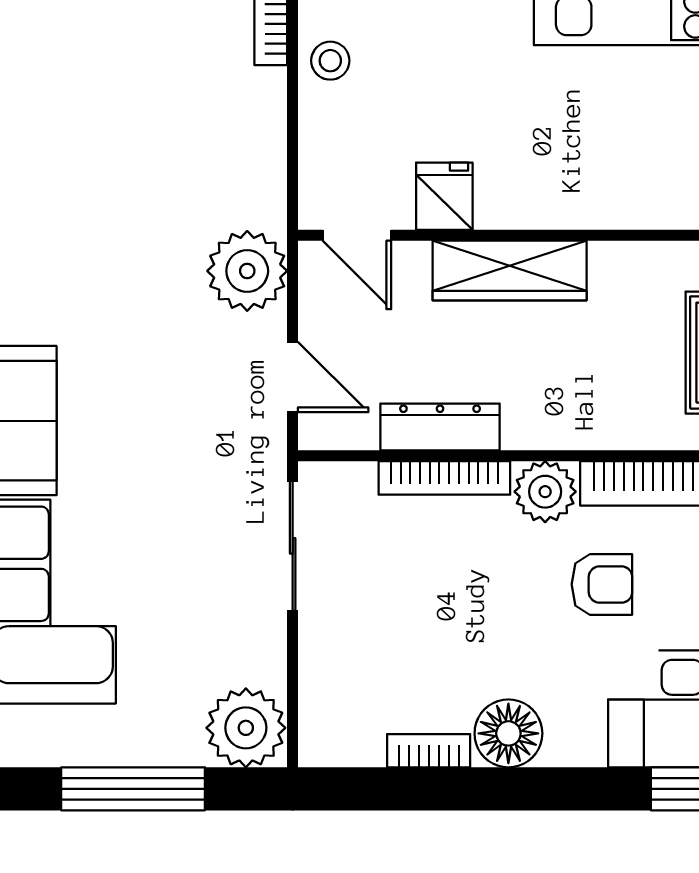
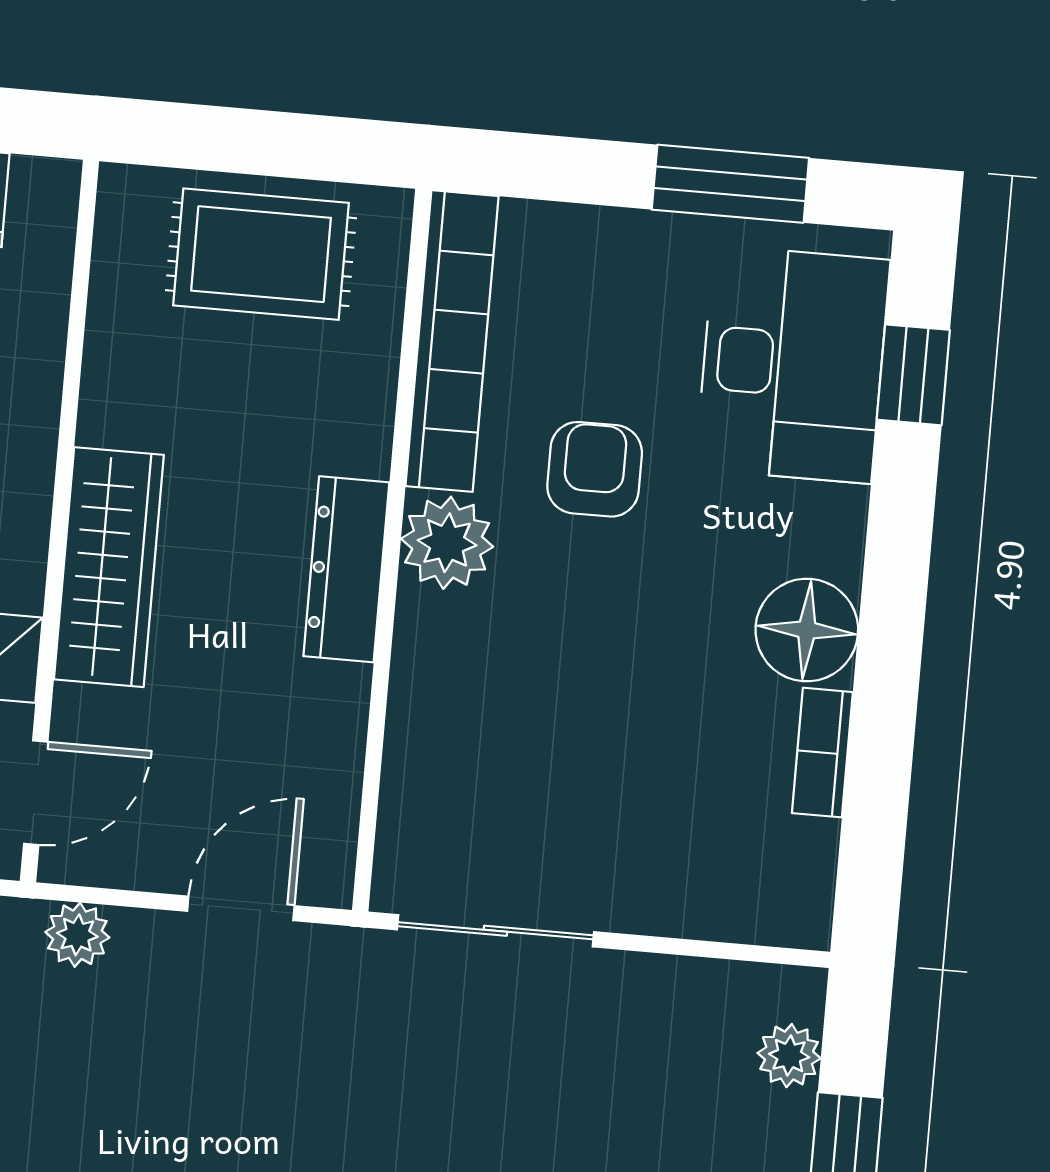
plant: (247, 271) -> (77, 935), width x0.53, depth x0.53
dresser: (440, 427) -> (346, 569), moved
bookcase: (444, 478) -> (413, 693), removed
plant: (246, 728) -> (789, 1056), width x0.53, depth x0.53

